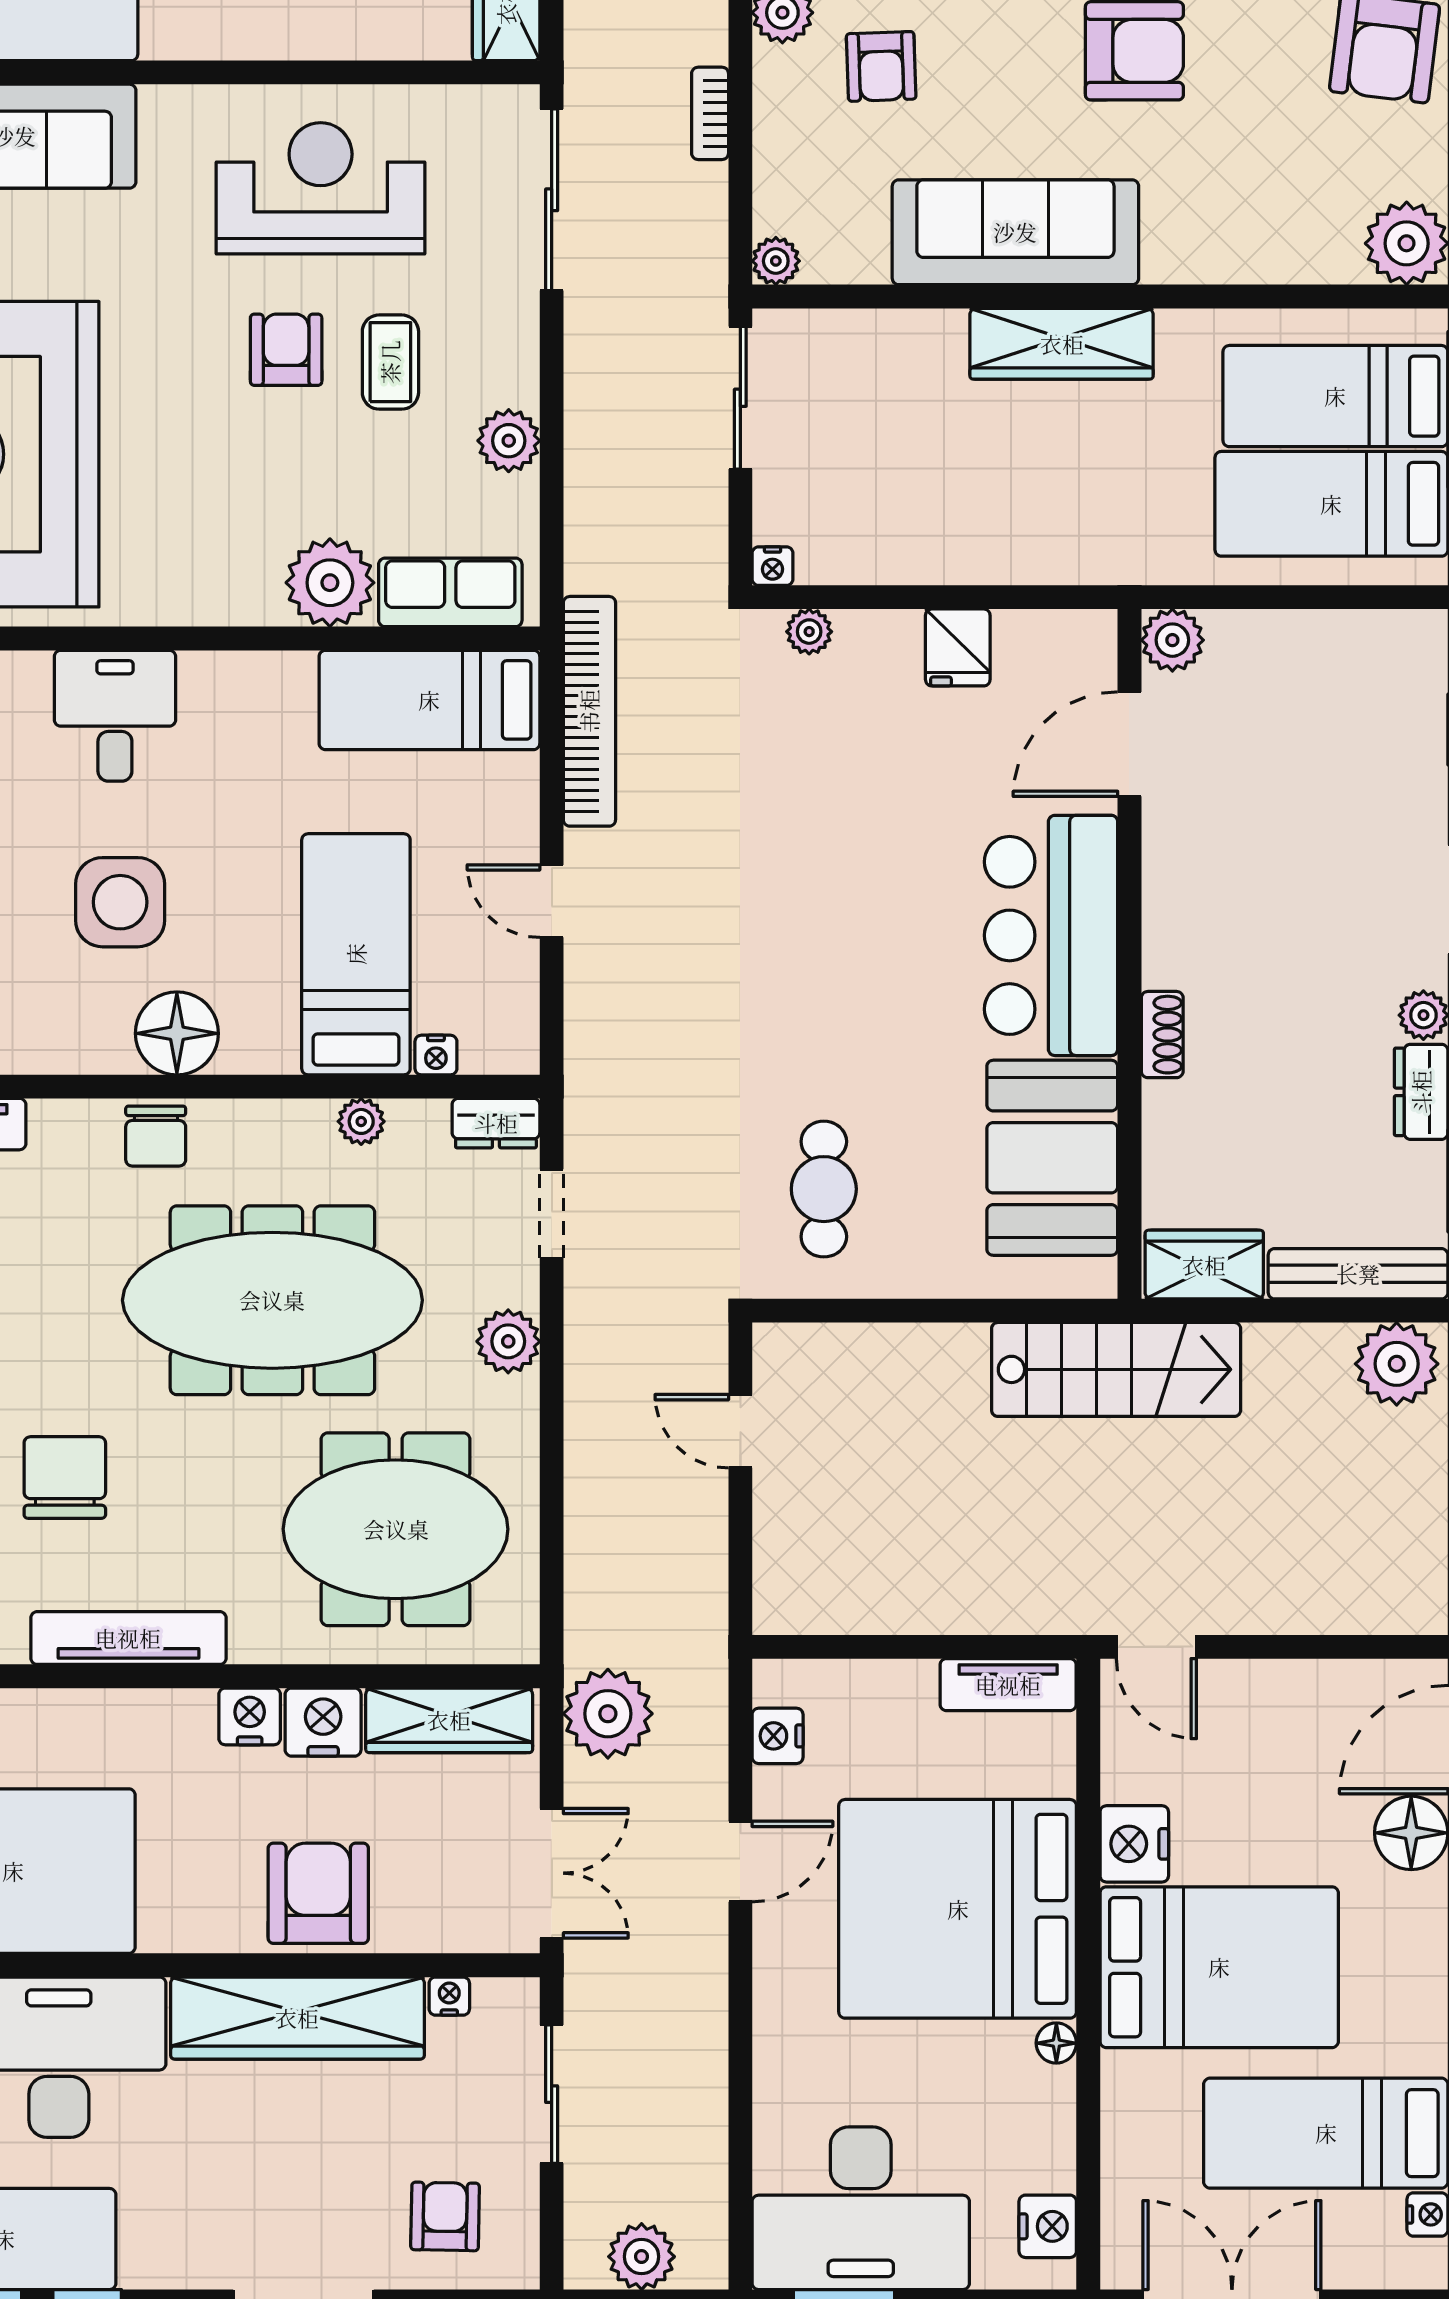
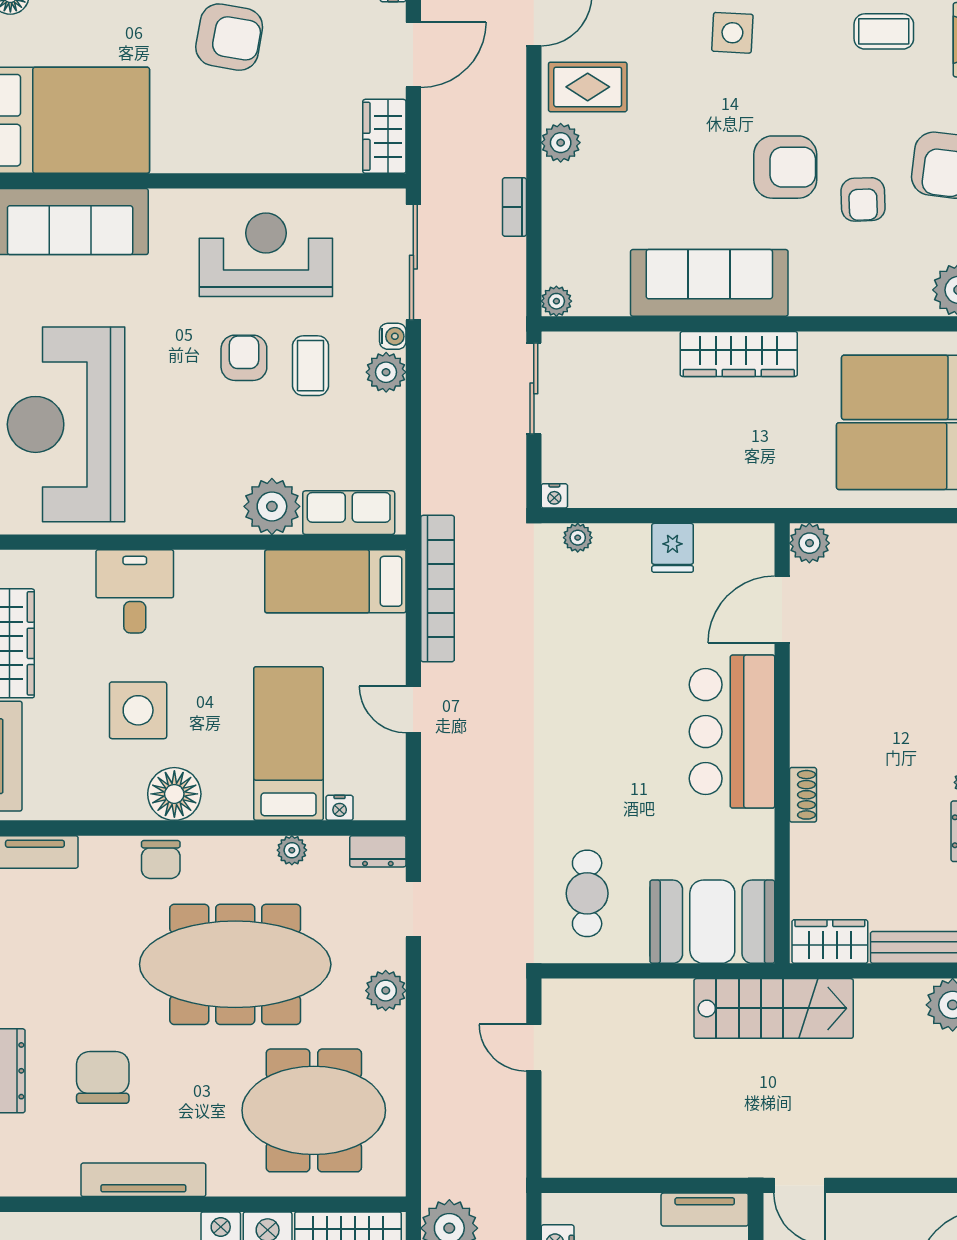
armchair: (881, 66) -> (863, 199), moved
water cooler: (519, 316) -> (393, 336), added
plant: (509, 441) -> (386, 372), moved
booth: (1052, 1158) -> (712, 922), moved, turned 90

